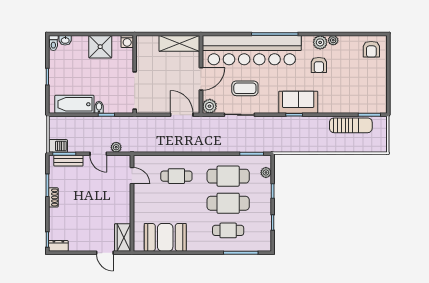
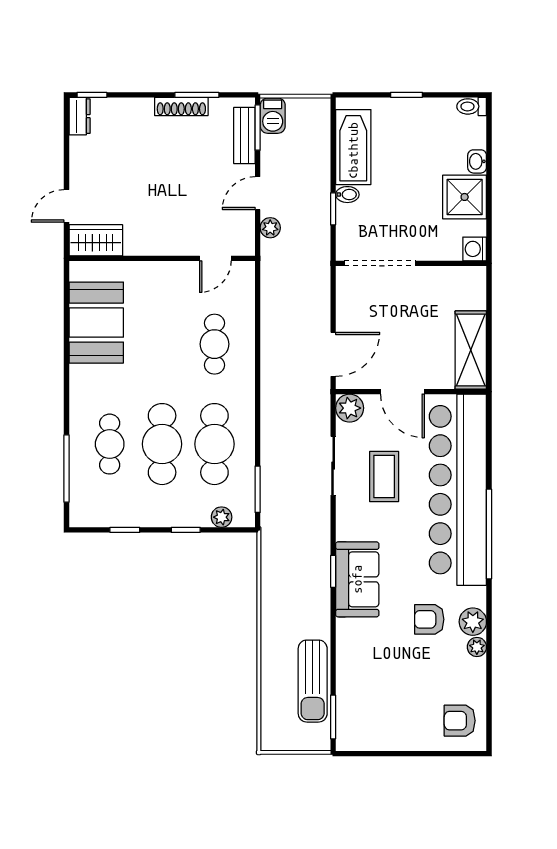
washbasin: (65, 40) -> (477, 161), moved
shoe rack: (53, 197) -> (181, 106), width x1.43

